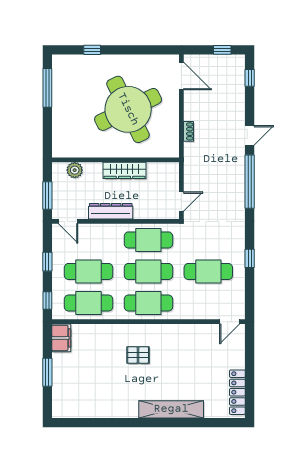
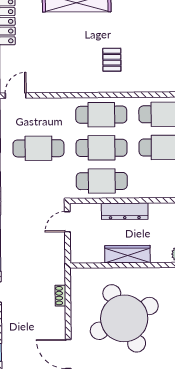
dresser: (111, 211) -> (125, 211), moved
pallet: (138, 355) -> (112, 60), turned 90

